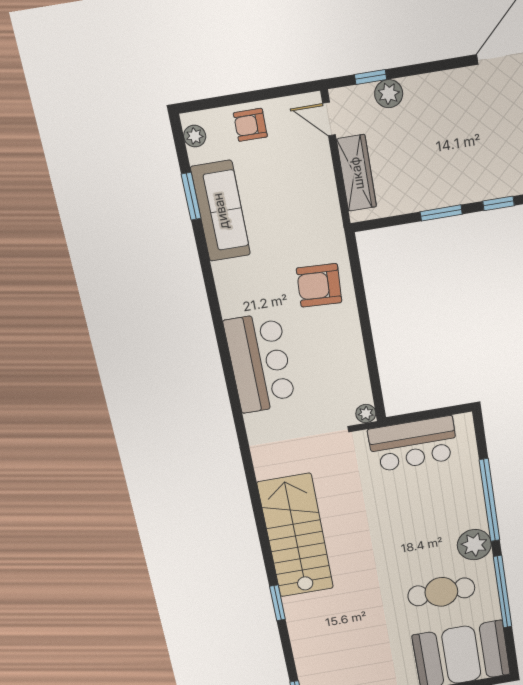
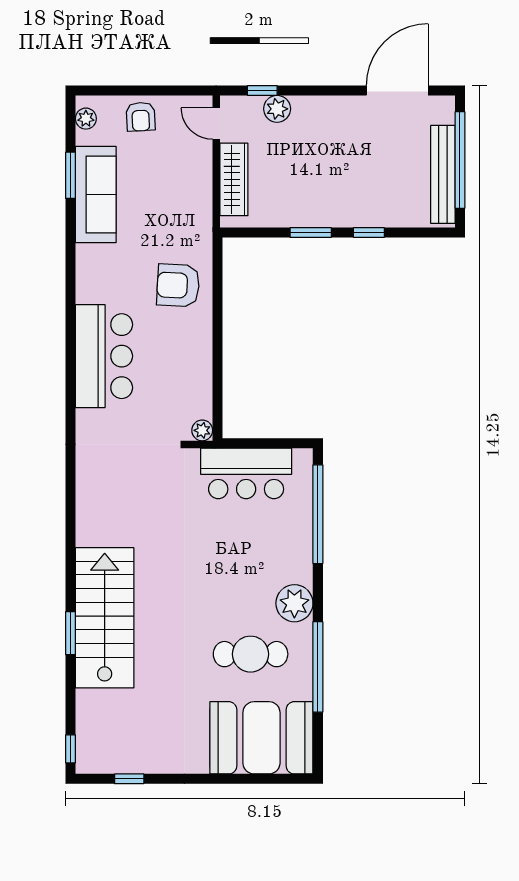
armchair: (250, 125) -> (141, 117), turned -93
window: (490, 500) -> (318, 514), moved
stairs: (296, 536) -> (105, 618), moved

